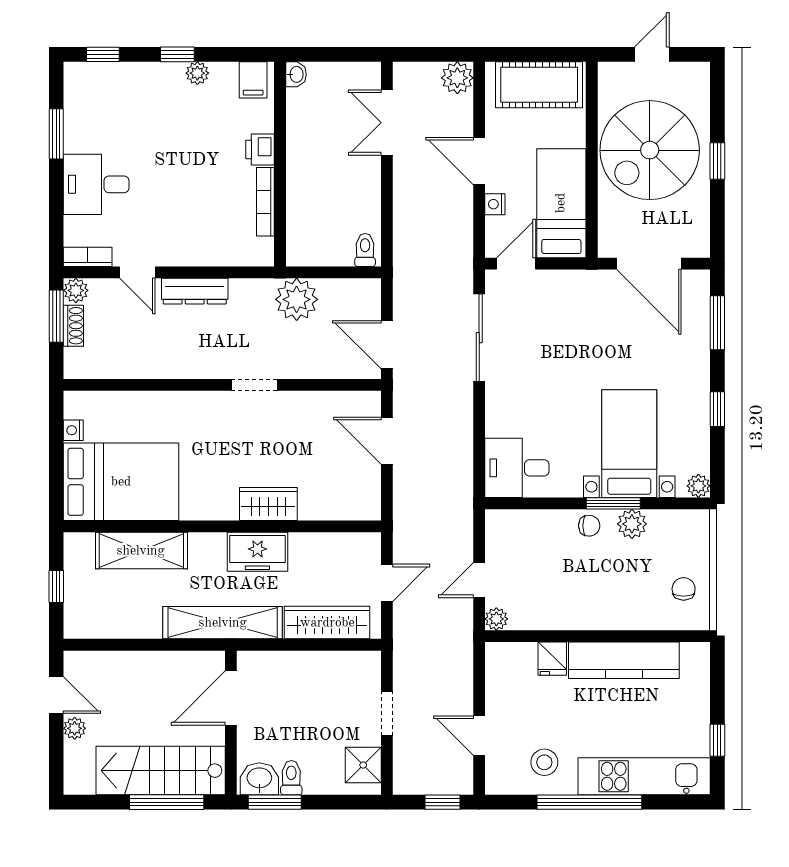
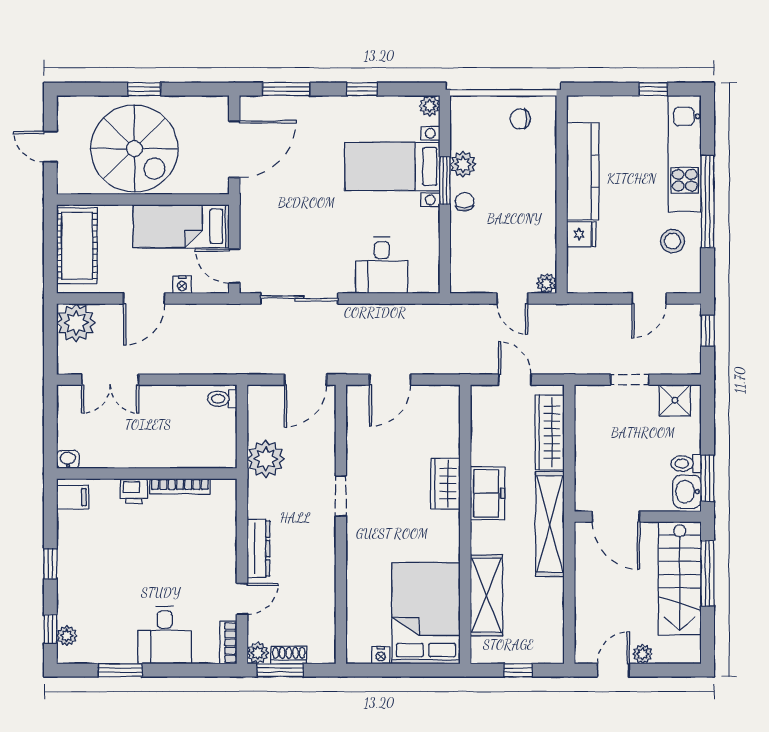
plant: (197, 73) -> (67, 636), moved
plant: (457, 78) -> (76, 323), width x1.36, depth x1.36
desk: (517, 468) -> (382, 265), moved

